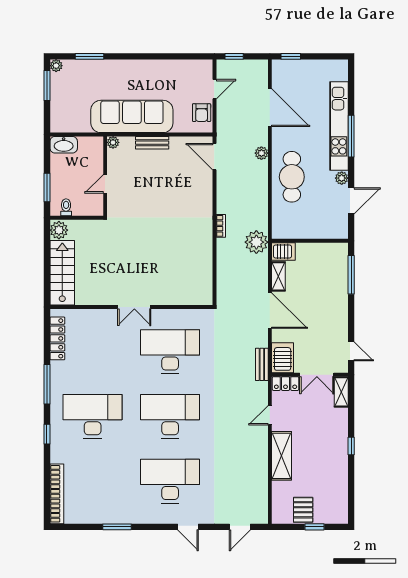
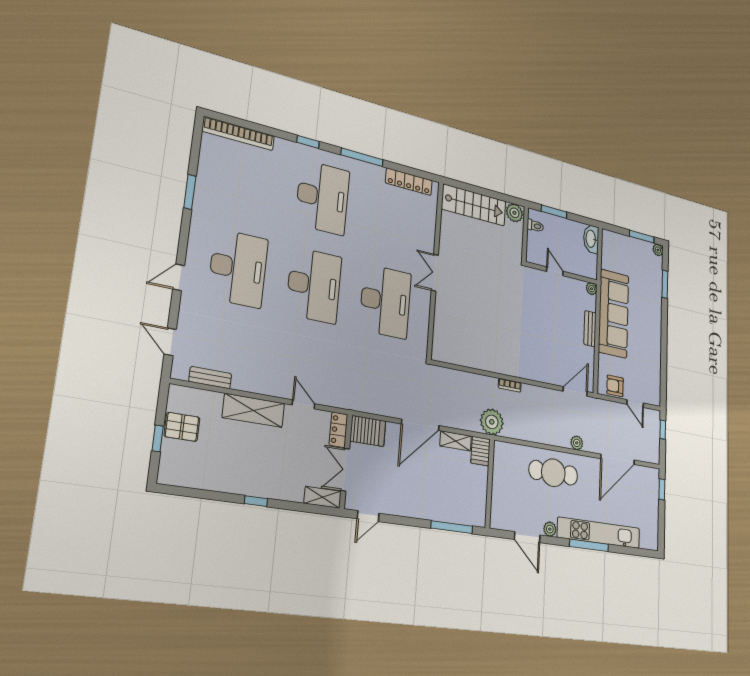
bench: (262, 364) -> (210, 378), moved

